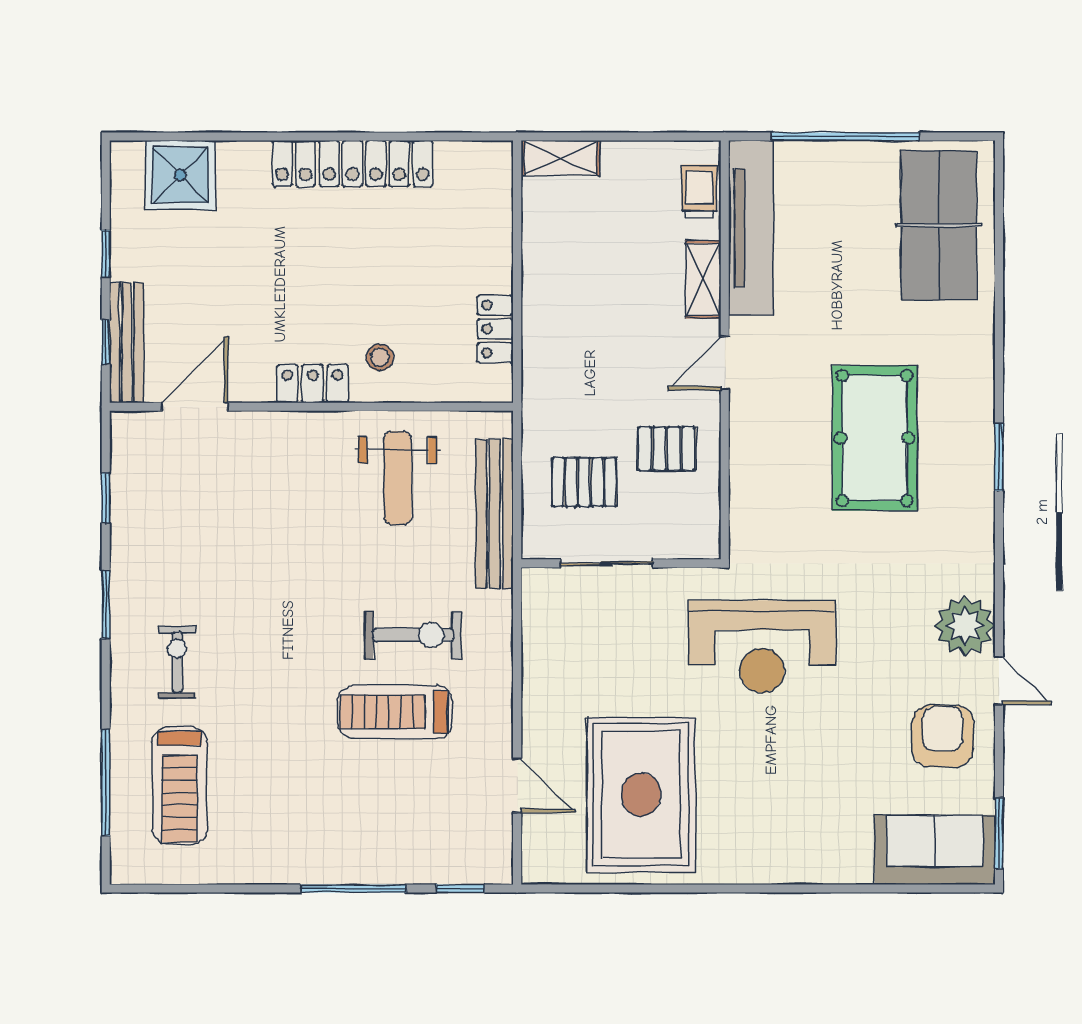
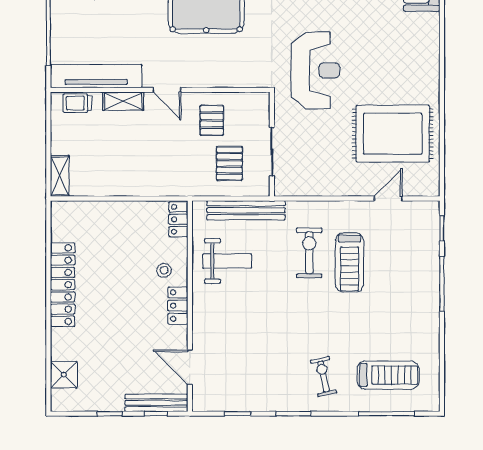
shower: (180, 175) -> (64, 375), width x0.73, depth x0.73
locker: (495, 329) -> (178, 219), moved, turned 90
exercise bike: (177, 662) -> (324, 376), turned 78

